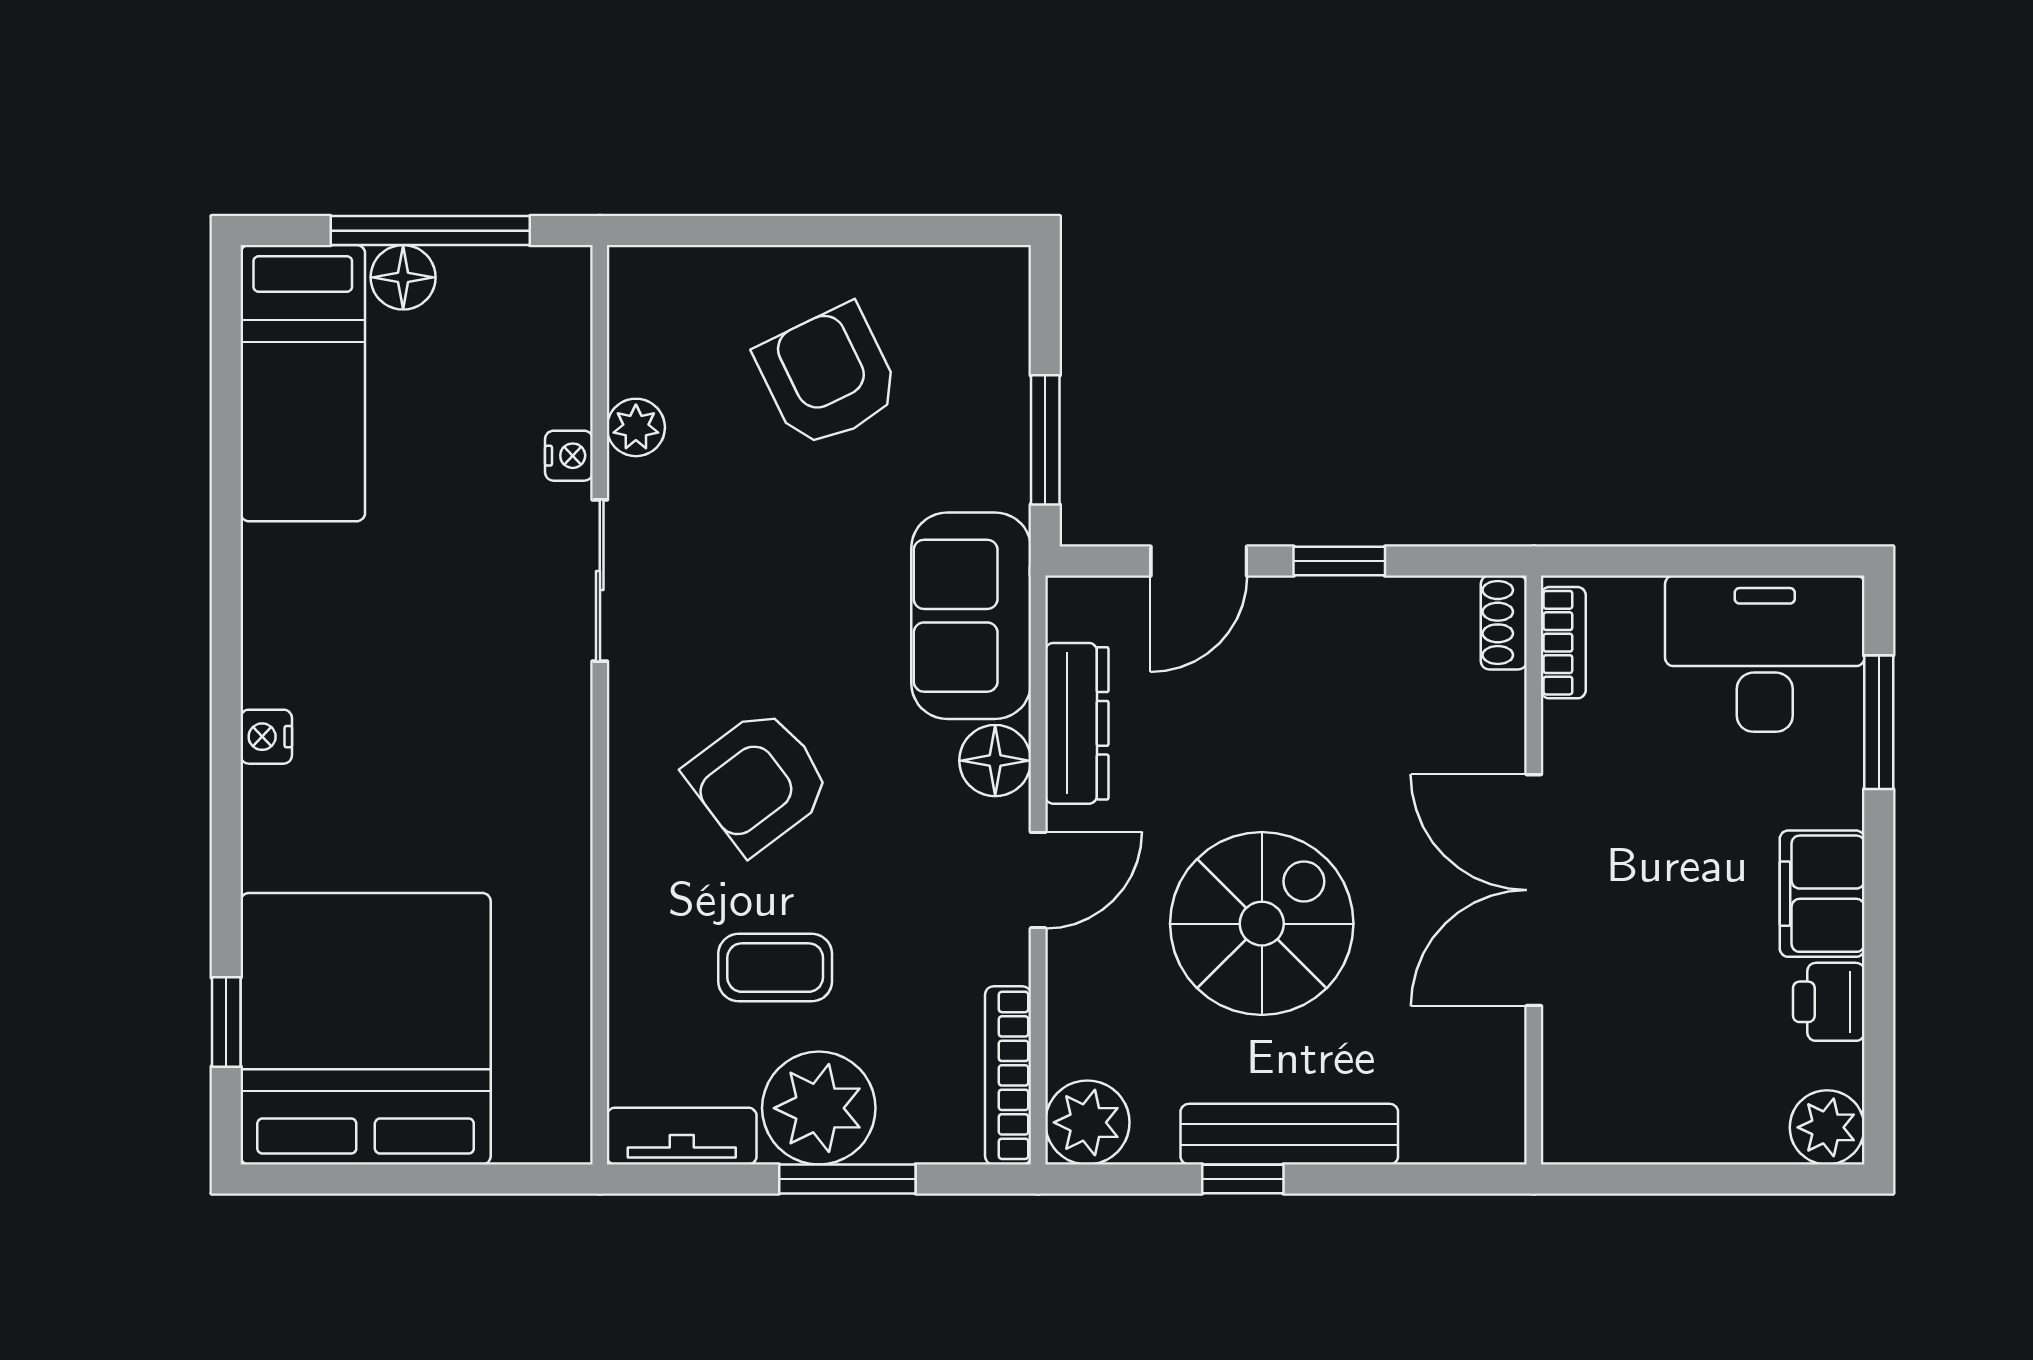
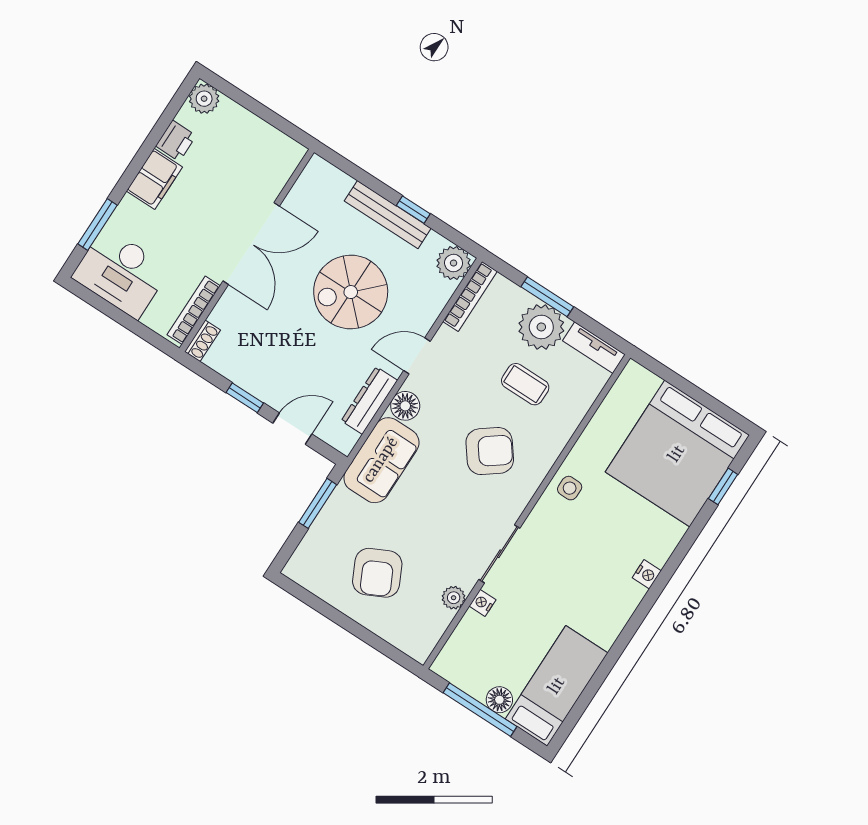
bookcase: (1563, 643) -> (194, 310), width x1.56
side table: (543, 812) -> (570, 488), added

